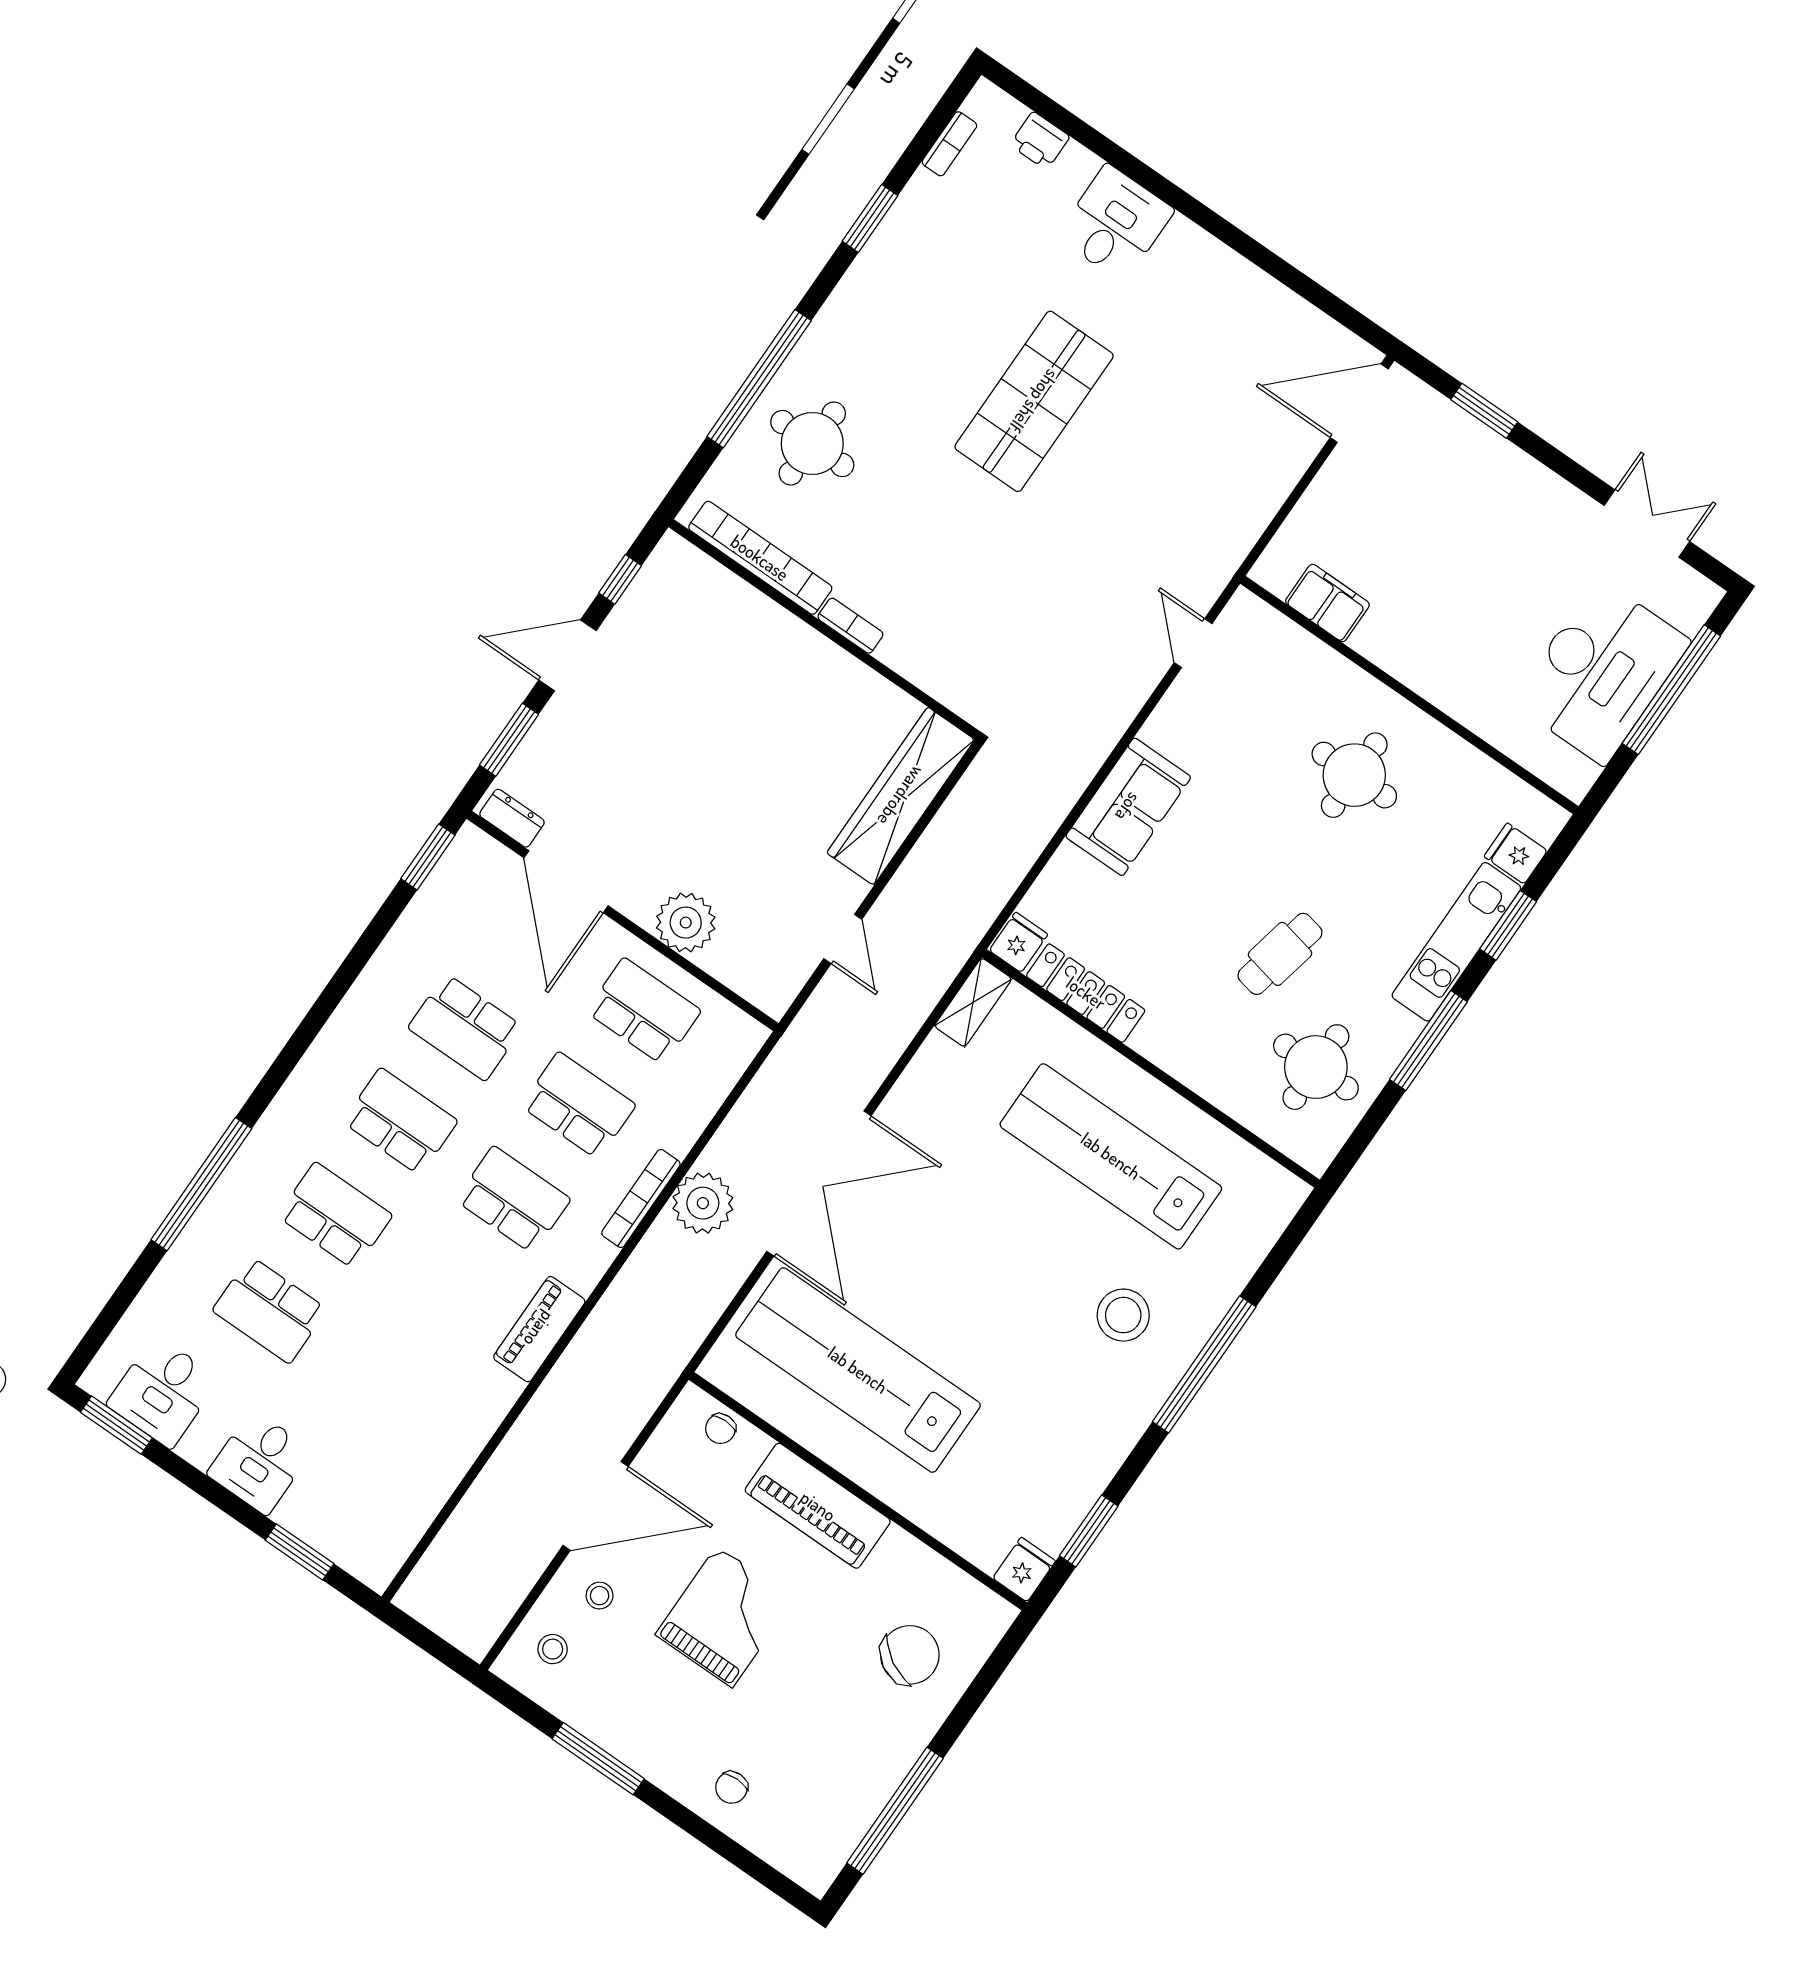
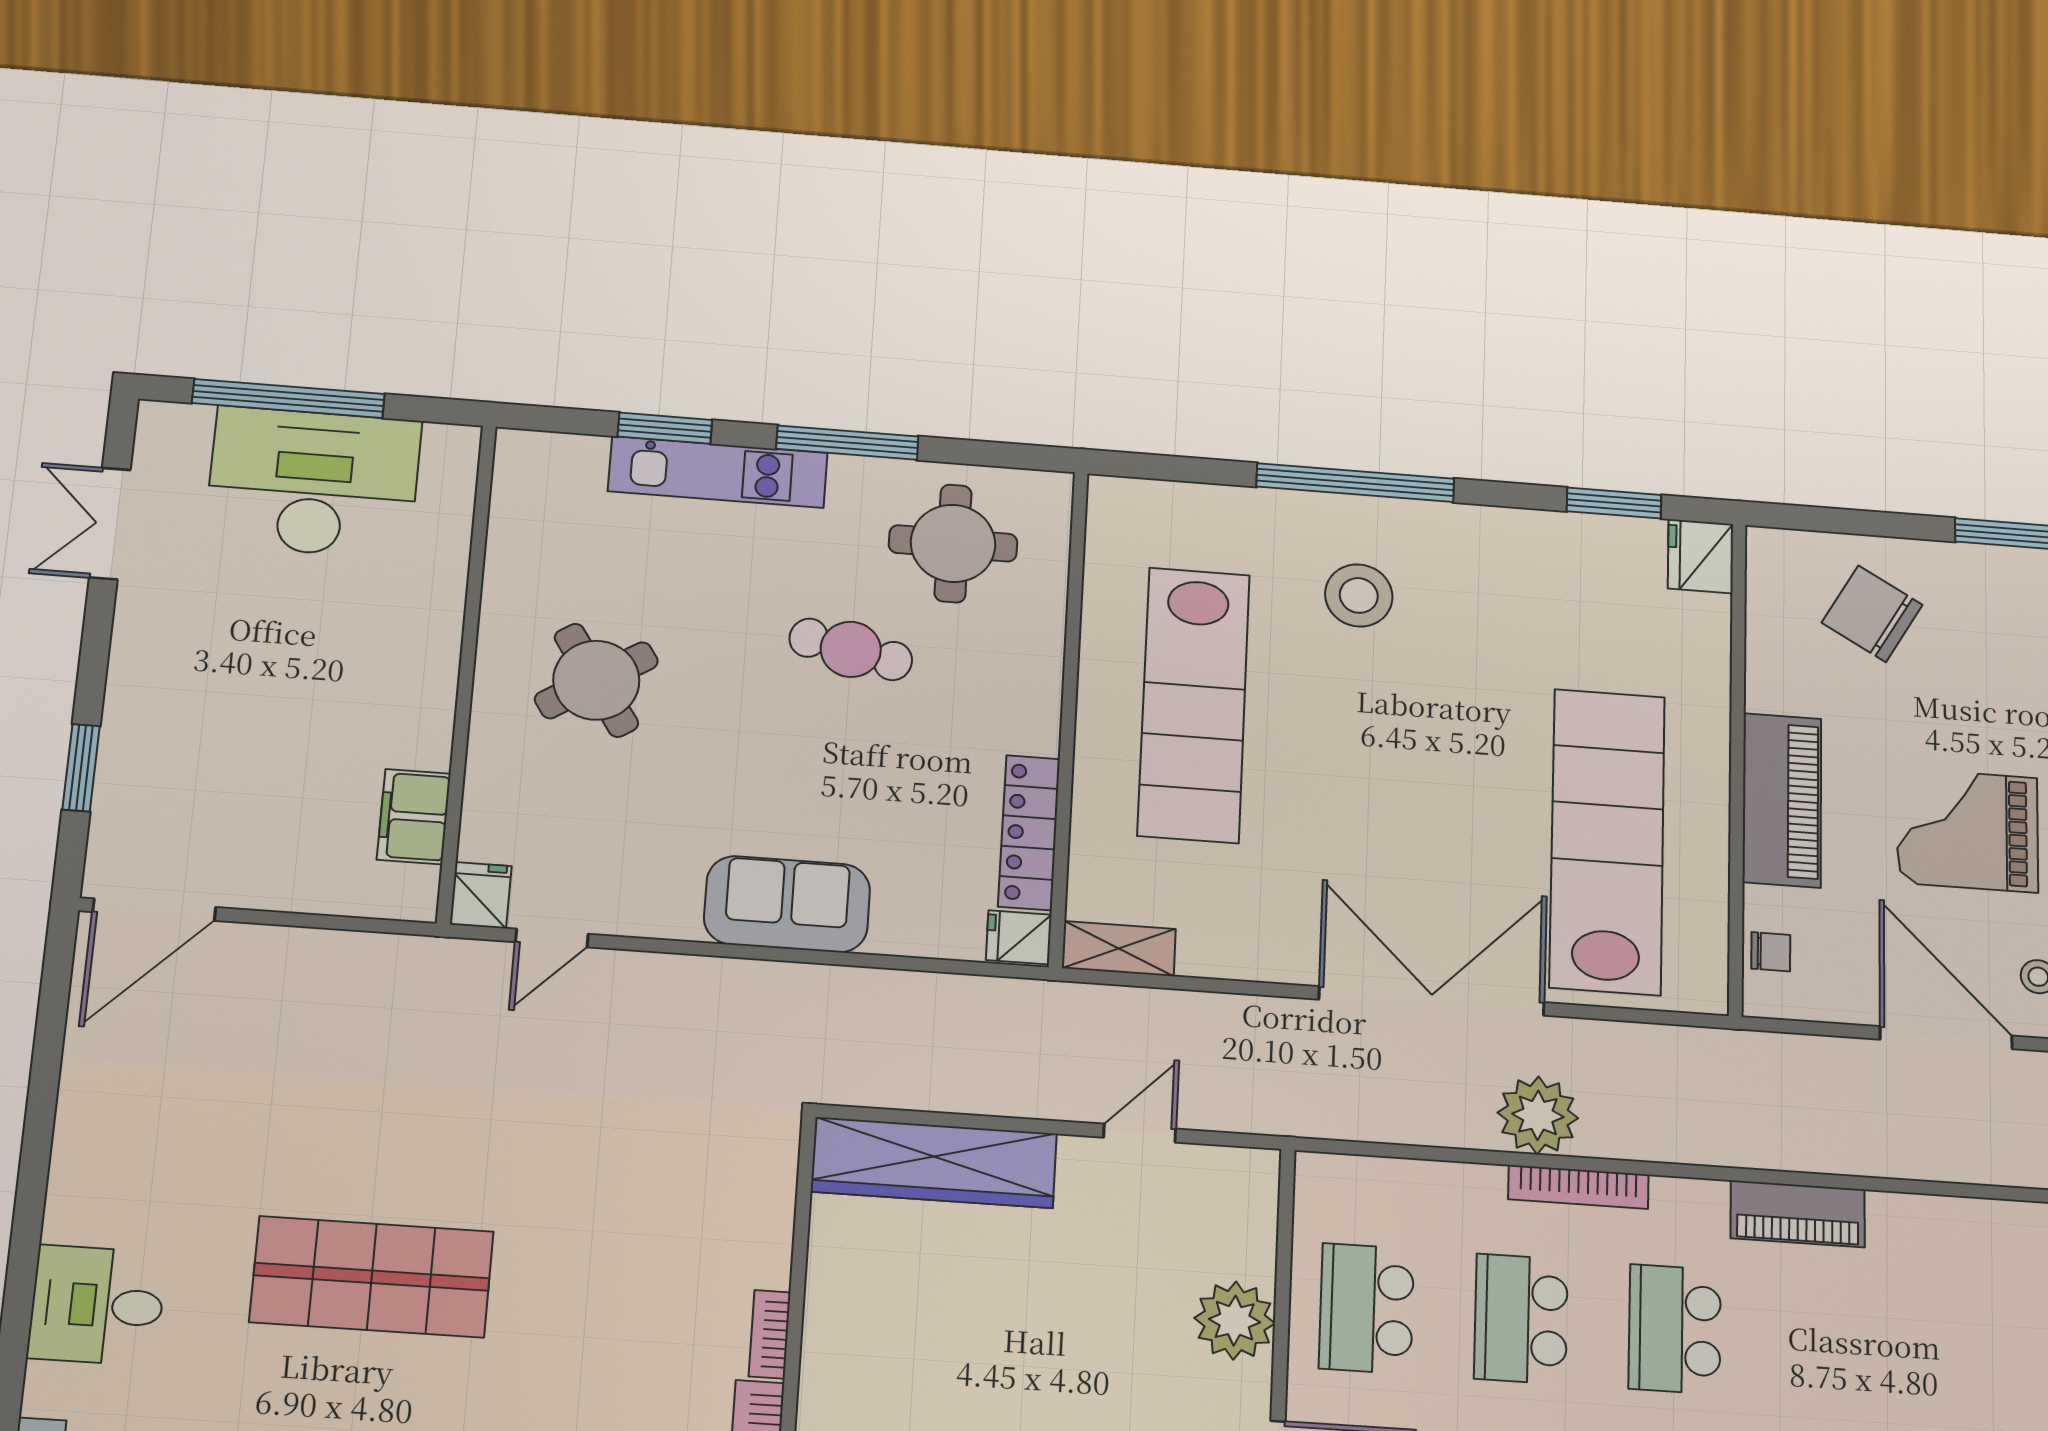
door: (1359, 403) -> (154, 910), hinge flipped
round table: (1354, 775) -> (596, 680), turned -33
fridge: (1516, 853) -> (481, 895), moved, turned 180
lab bench: (858, 1370) -> (1607, 841), turned 180
fridge: (1024, 1570) -> (1700, 556), width x1.38

